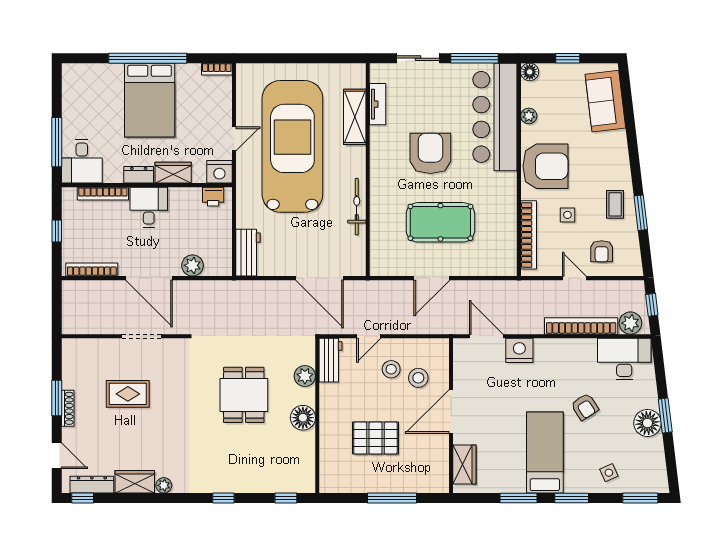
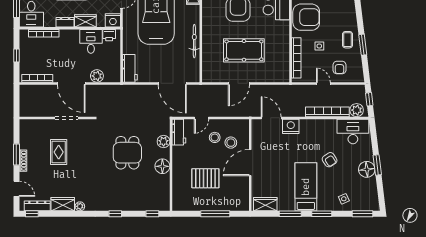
desk: (149, 207) -> (91, 41), moved
rug: (128, 394) -> (59, 152), turned 90
wardrobe: (464, 465) -> (265, 204), moved, turned -90

